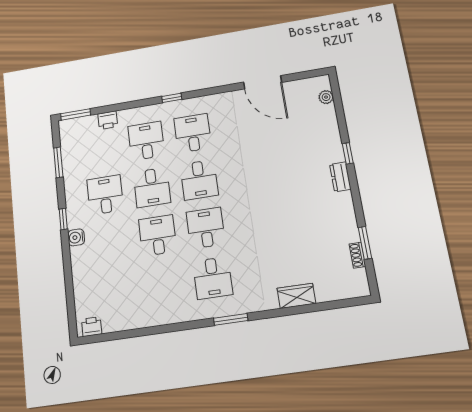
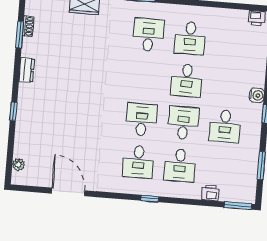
dresser: (340, 177) -> (27, 70), moved
desk: (206, 228) -> (190, 38), moved

